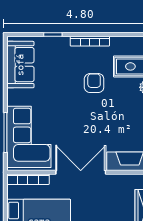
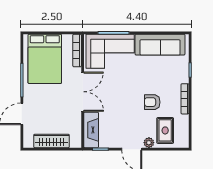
sofa: (20, 65) -> (160, 45), width x1.36
armchair: (94, 83) -> (152, 102), turned 180

